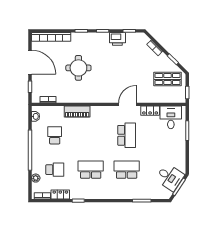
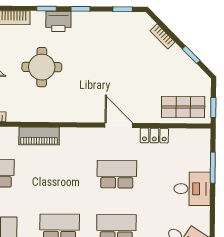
printer: (117, 39) -> (58, 21), moved
shop shelf: (168, 79) -> (183, 107), moved
door: (128, 104) -> (119, 125), hinge flipped
desk: (171, 117) -> (192, 189), moved, turned 90
school desk: (127, 135) -> (117, 174), turned -90

